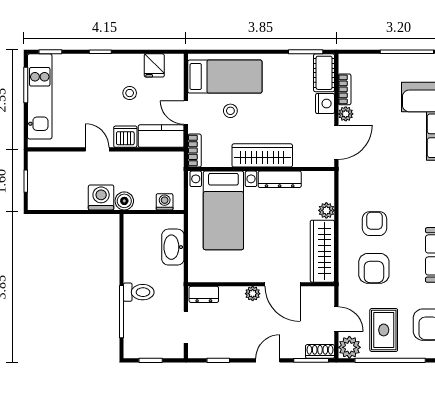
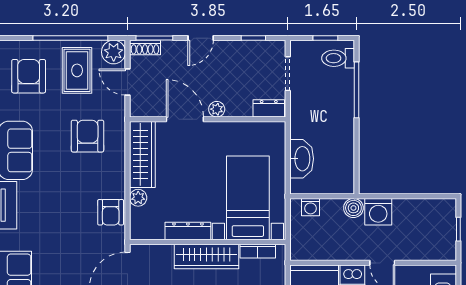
bookcase: (194, 151) -> (258, 251), moved, turned -90
armchair: (374, 224) -> (111, 212), moved
toilet: (139, 292) -> (338, 58), moved

